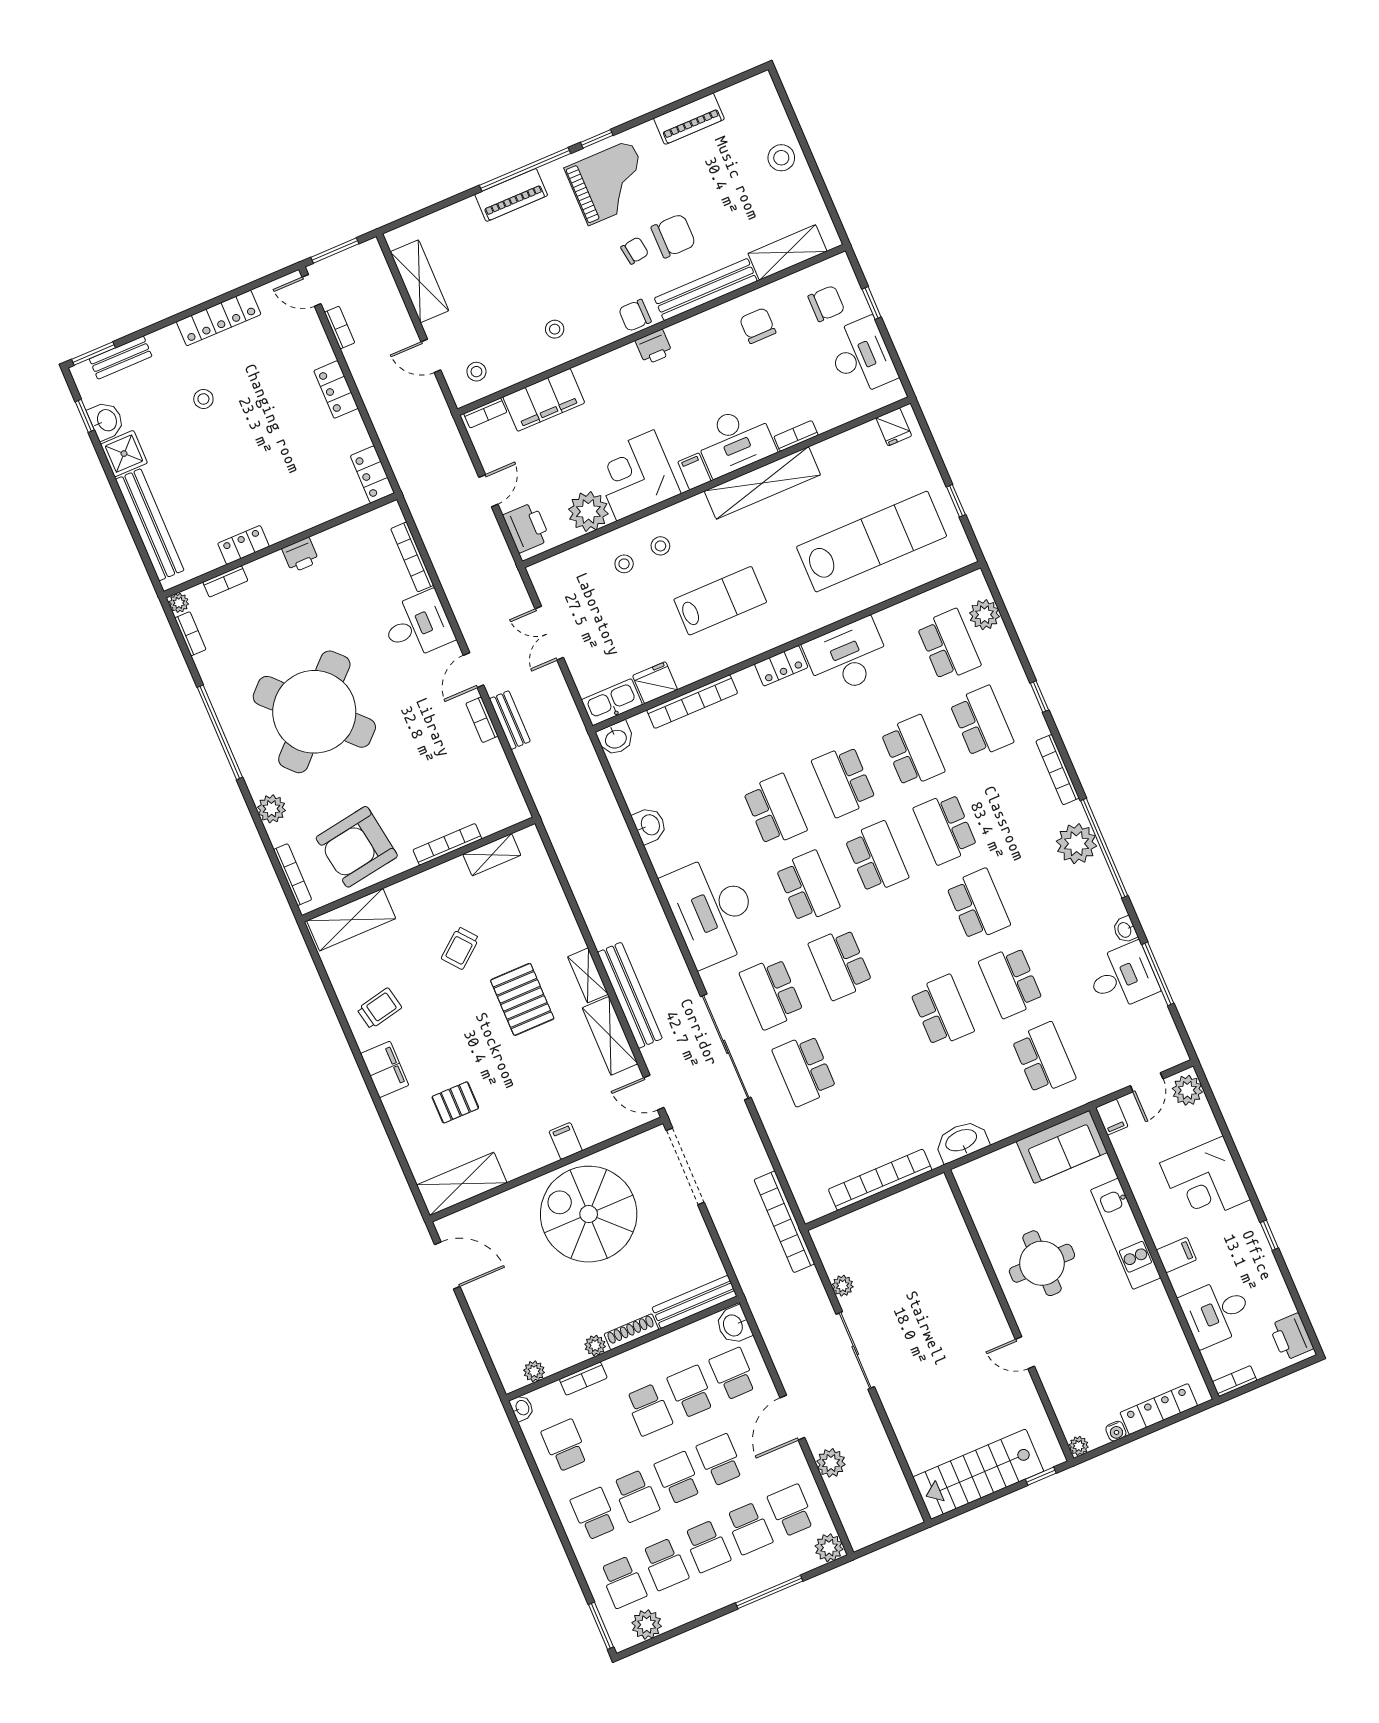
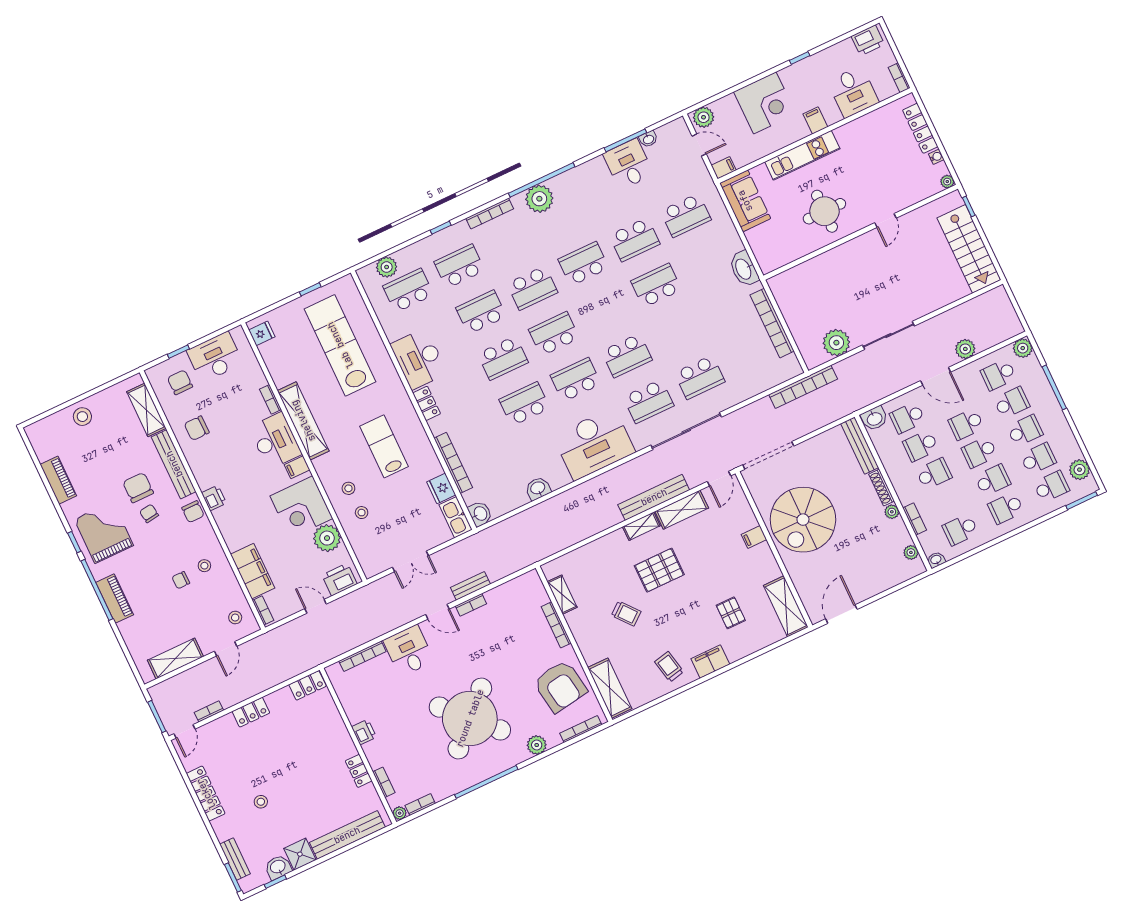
chair: (535, 293) -> (181, 580), added
washbasin: (1125, 930) -> (648, 139), moved
school desk: (1044, 1058) -> (686, 215), turned 180
plant: (843, 1286) -> (836, 343), width x1.88, depth x1.88

